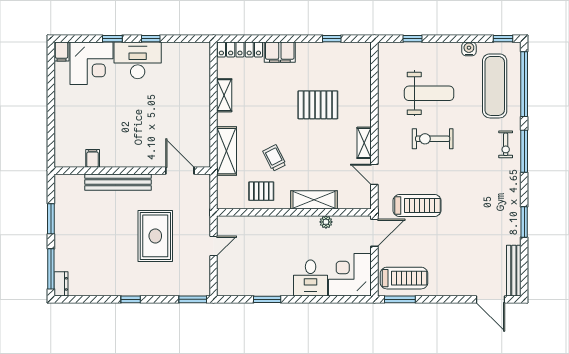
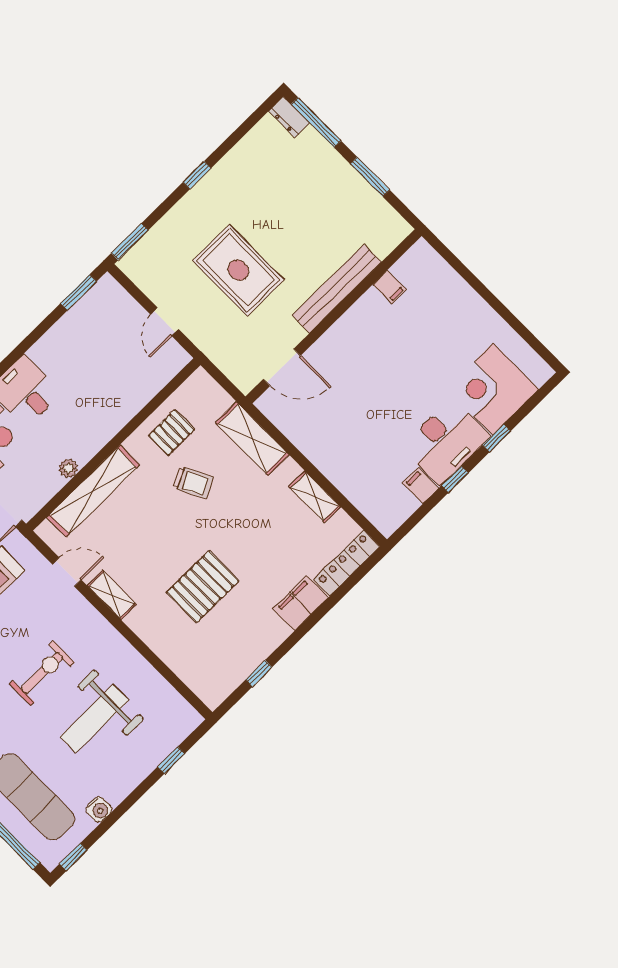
filing cabinet: (62, 51) -> (421, 486), moved
shelving: (314, 200) -> (93, 491), width x1.47
window: (267, 299) -> (79, 292), moved

